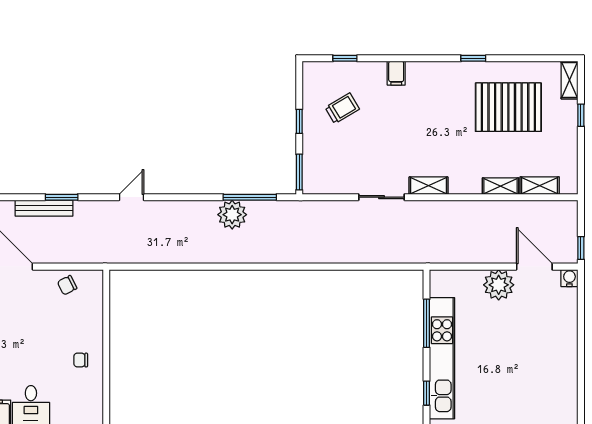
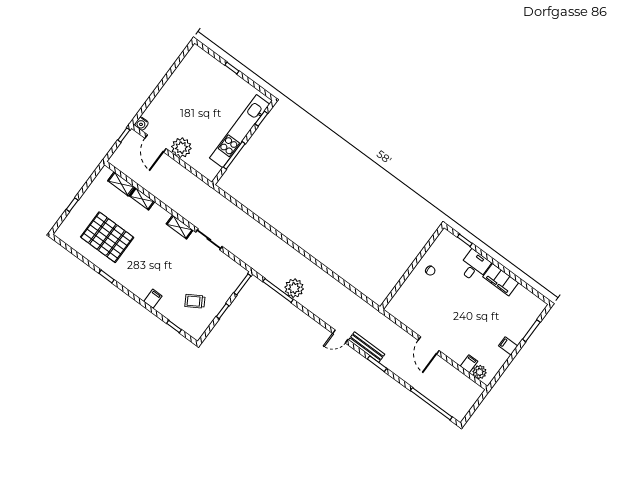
shelving: (569, 80) -> (64, 228), removed
bench: (44, 208) -> (367, 347), moved
chair: (67, 285) -> (408, 315), removed

